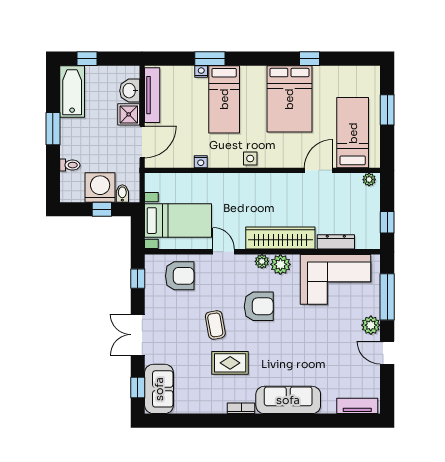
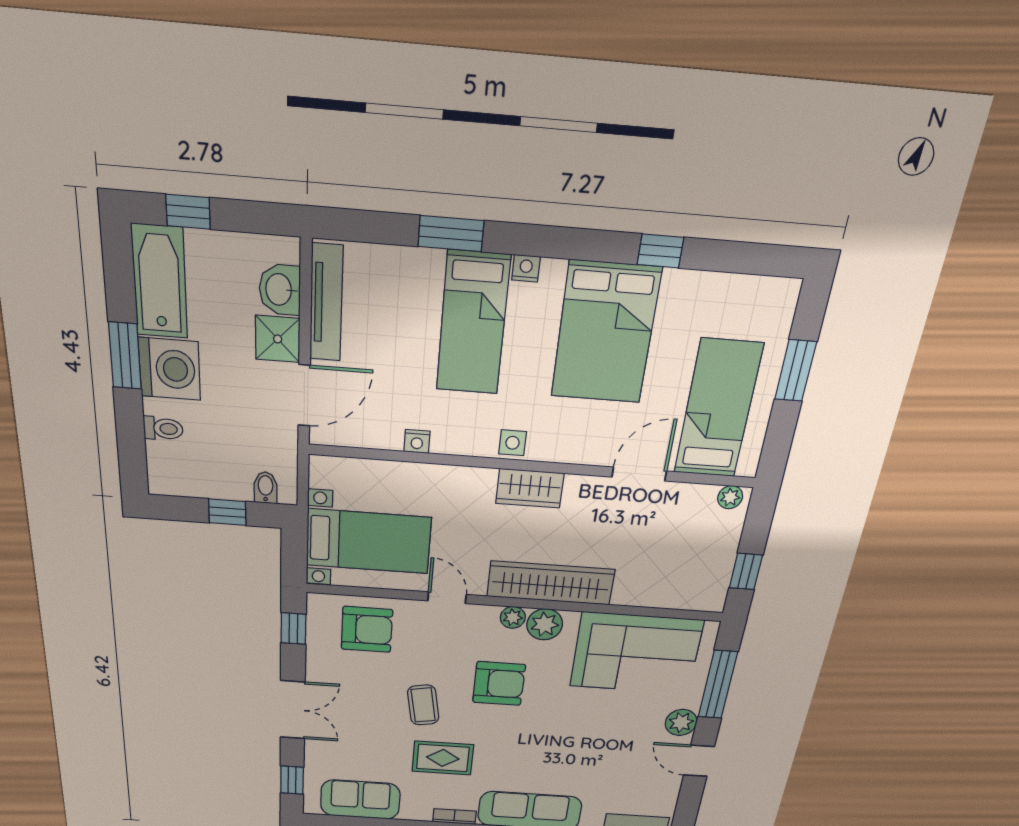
nightstand: (201, 71) -> (526, 268), moved
wardrobe: (262, 183) -> (530, 488), added
washing machine: (100, 188) -> (170, 369), moved, turned 90
dresser: (336, 242) -> (648, 596), removed
double door: (138, 335) -> (293, 710), swing flipped
sofa: (159, 389) -> (360, 800), moved, turned -90

